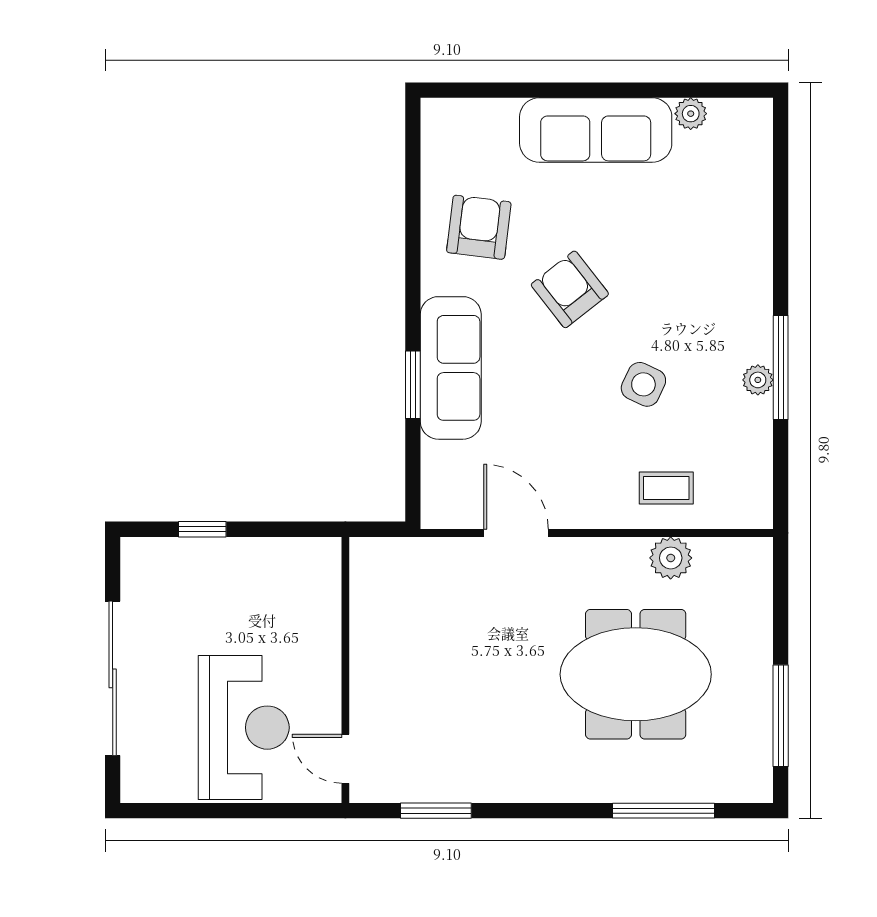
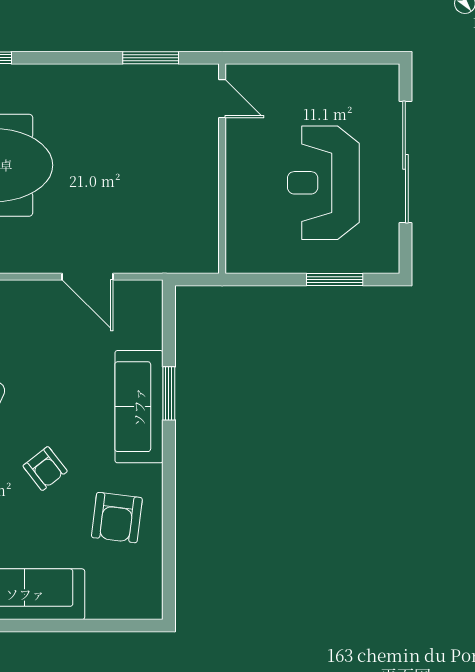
armchair: (570, 289) -> (45, 469), width x0.72, depth x0.72
window: (202, 529) -> (335, 280), width x1.50
reception desk: (244, 728) -> (323, 183), moved

